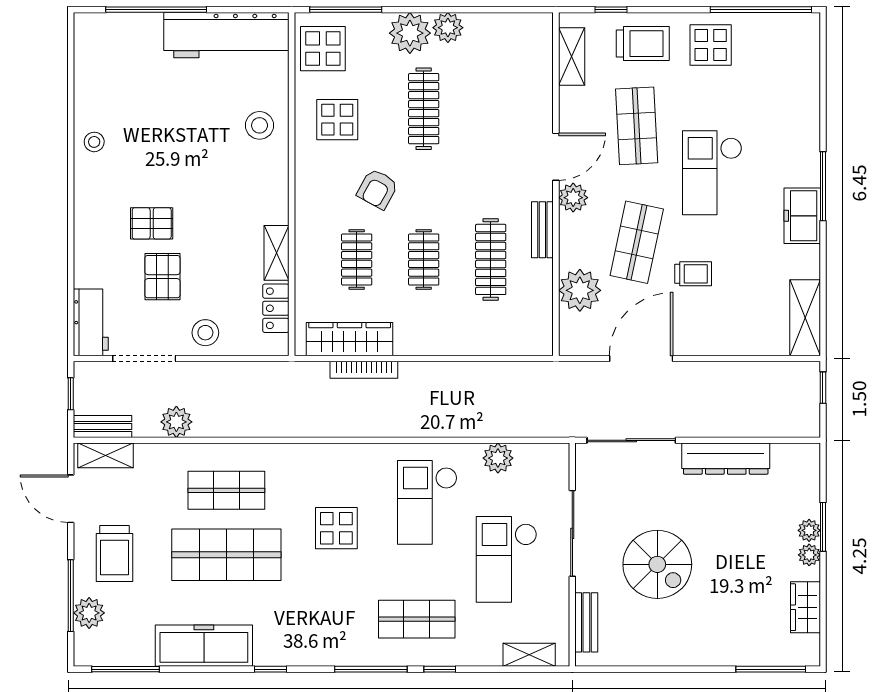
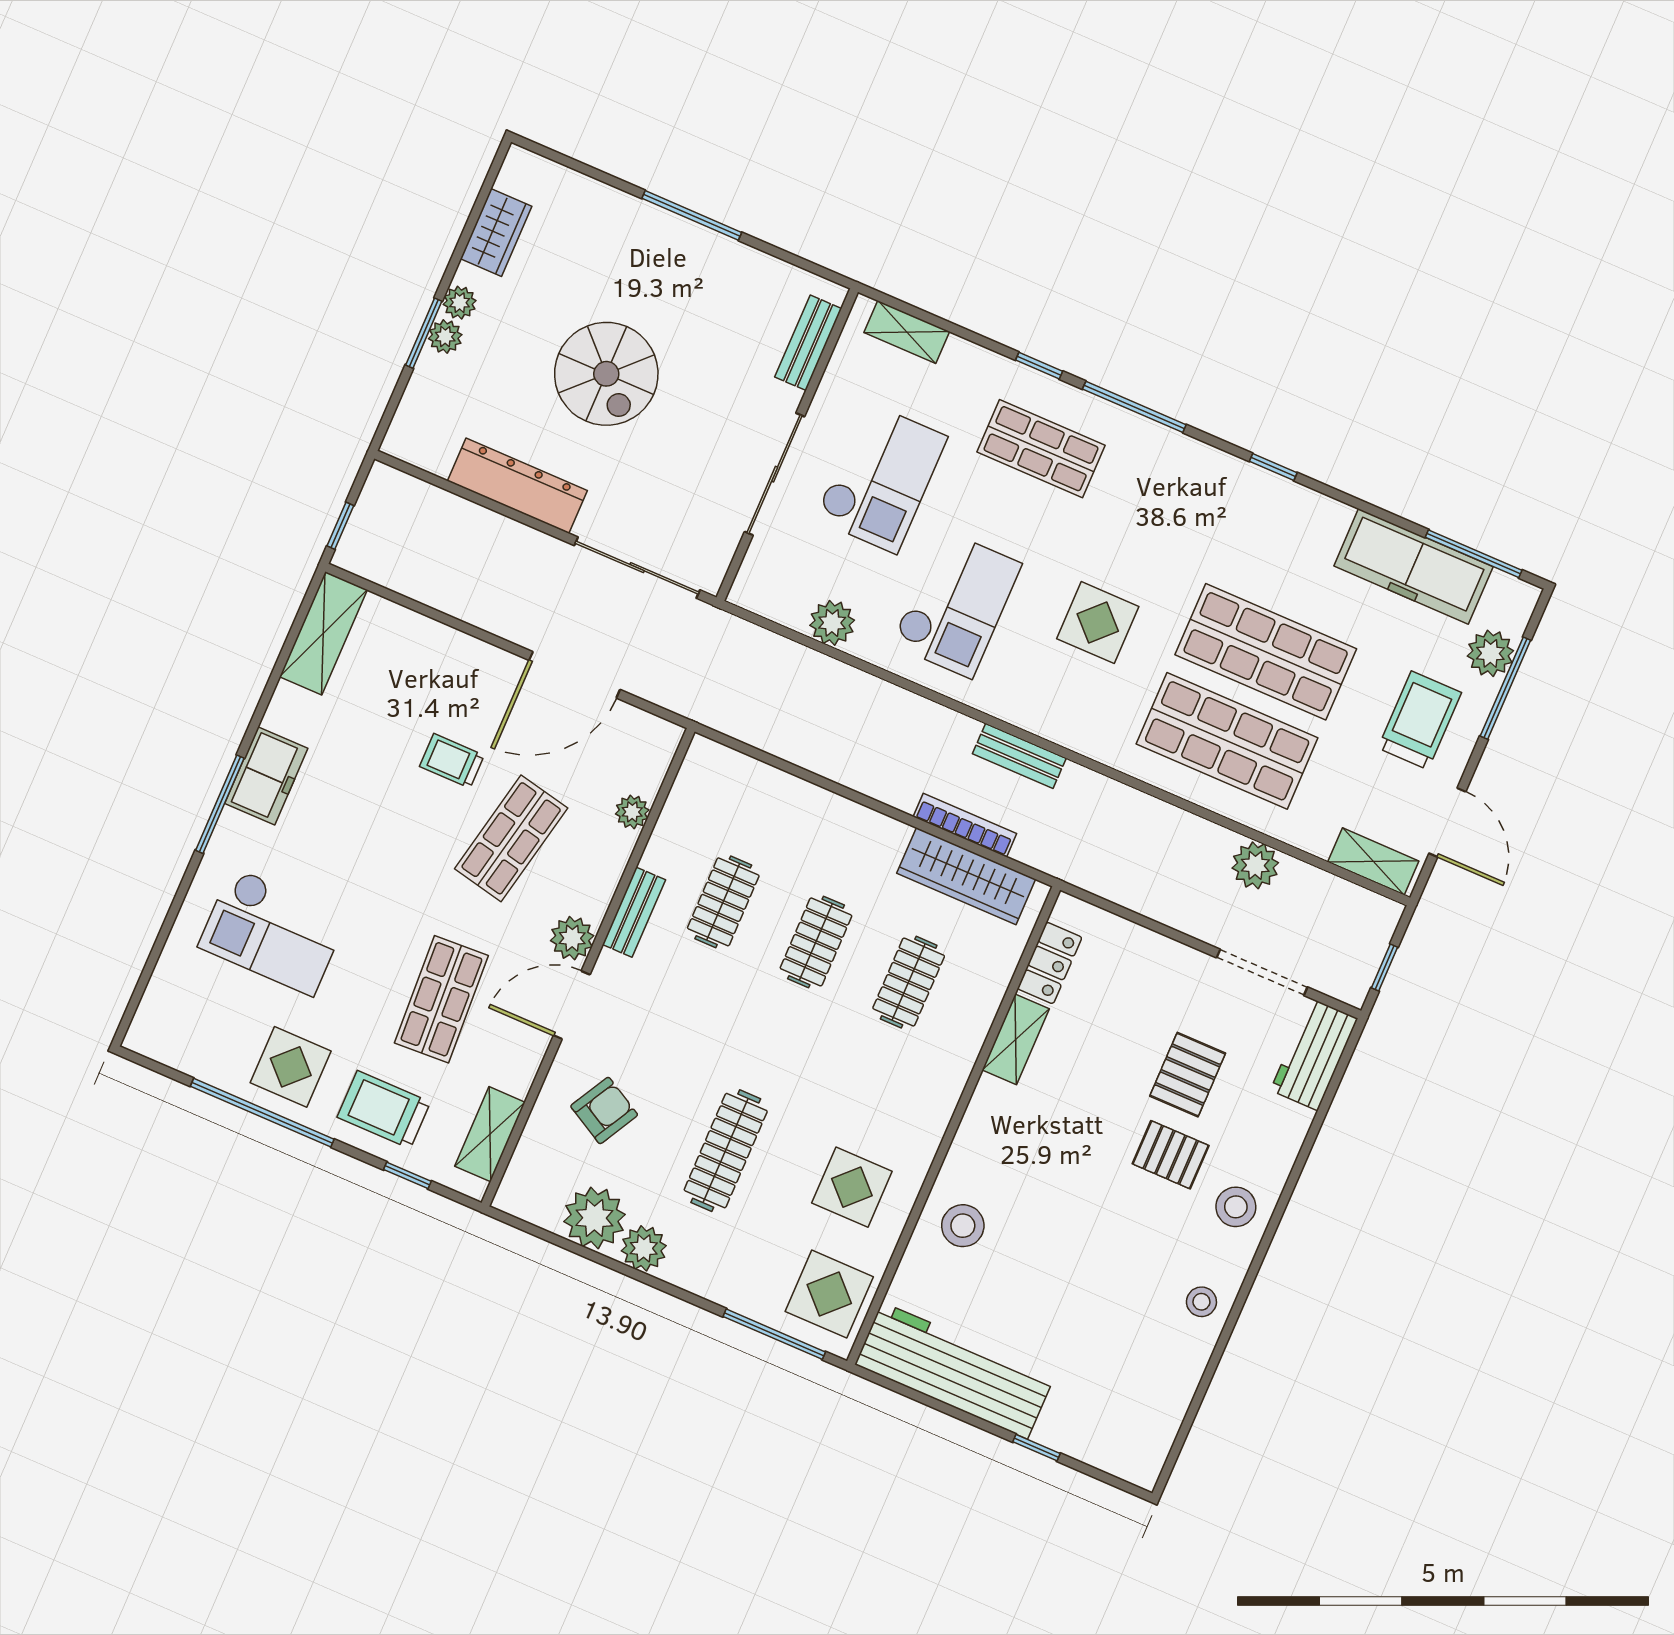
window: (156, 10) -> (1036, 1448), width x0.32
window: (761, 10) -> (262, 1113), moved
plant: (410, 33) -> (594, 1218), moved
checkout: (712, 173) -> (273, 931), moved, turned 90
armchair: (377, 189) -> (604, 1110), moved
clothes rail: (491, 259) -> (723, 902), width x0.73
plant: (580, 290) -> (632, 812), width x0.53, depth x0.53
stool: (205, 333) -> (1236, 1207), moved
bench: (103, 426) -> (1019, 756), moved
shop shelf: (226, 490) -> (1227, 741), width x1.43, depth x1.36
spiral stairs: (657, 564) -> (606, 374), moved, turned 180
freezer: (204, 646) -> (1413, 566), moved
window: (771, 669) -> (692, 215), moved

